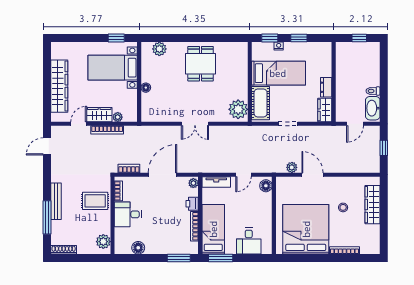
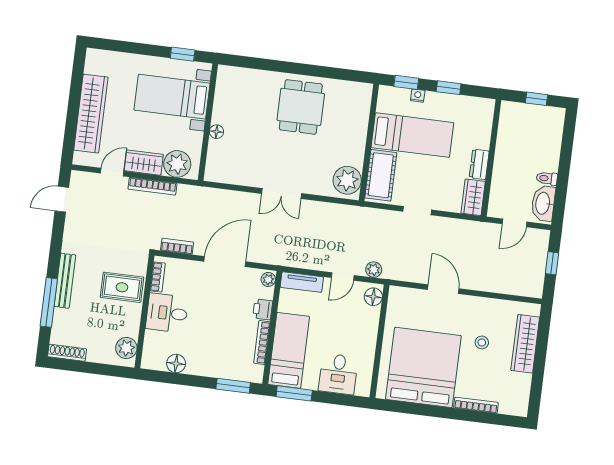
plant: (159, 49) -> (243, 78), removed
plant: (118, 117) -> (177, 164), width x1.88, depth x1.88
plant: (292, 167) -> (374, 270), moved

